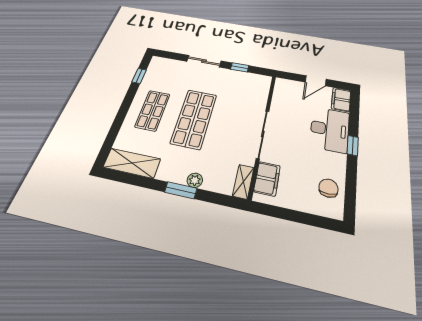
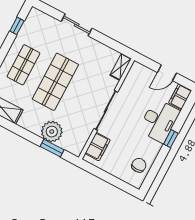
window: (240, 67) -> (106, 41), removed
plant: (195, 180) -> (52, 132), width x1.87, depth x1.87
shelving: (243, 182) -> (121, 67), moved
window: (181, 190) -> (52, 148), moved

